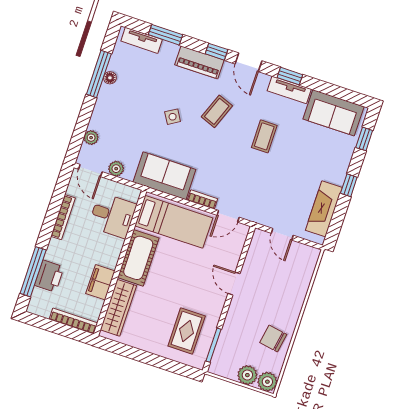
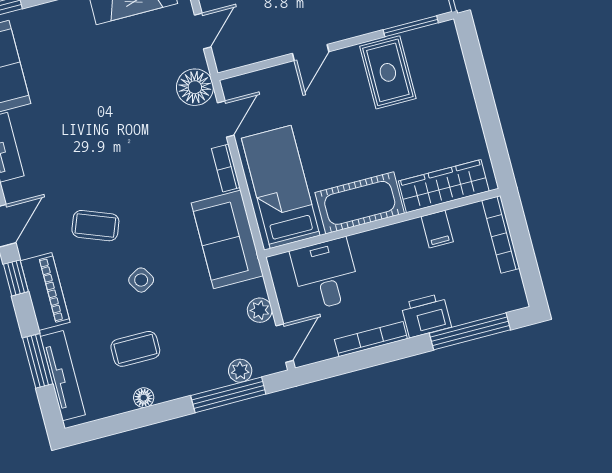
tv unit: (142, 40) -> (63, 376), width x1.41
window: (99, 74) -> (228, 395), moved
coffee table: (264, 136) -> (135, 349), moved
floor lamp: (255, 211) -> (195, 87), added
door: (228, 216) -> (226, 119), hinge flipped
printer: (49, 276) -> (426, 315), moved
filing cabinet: (100, 282) -> (437, 229), width x0.50
rug: (187, 331) -> (388, 72), moved, turned 90

